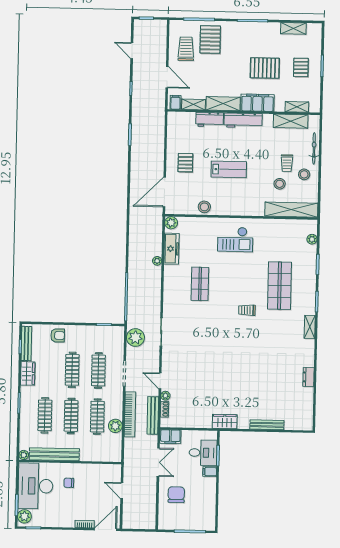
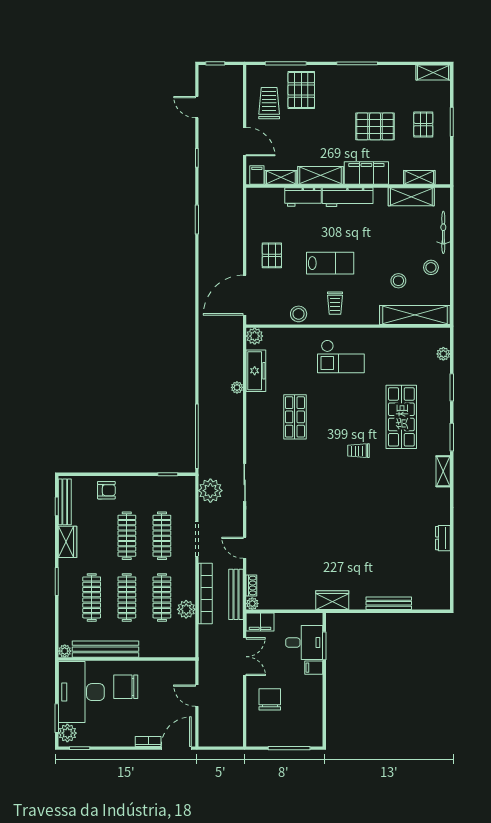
shelving: (293, 28) -> (433, 73), moved
trolley: (287, 163) -> (335, 303), moved
plant: (165, 396) -> (252, 604), moved
chair: (69, 483) -> (126, 687), width x1.87, depth x1.87

